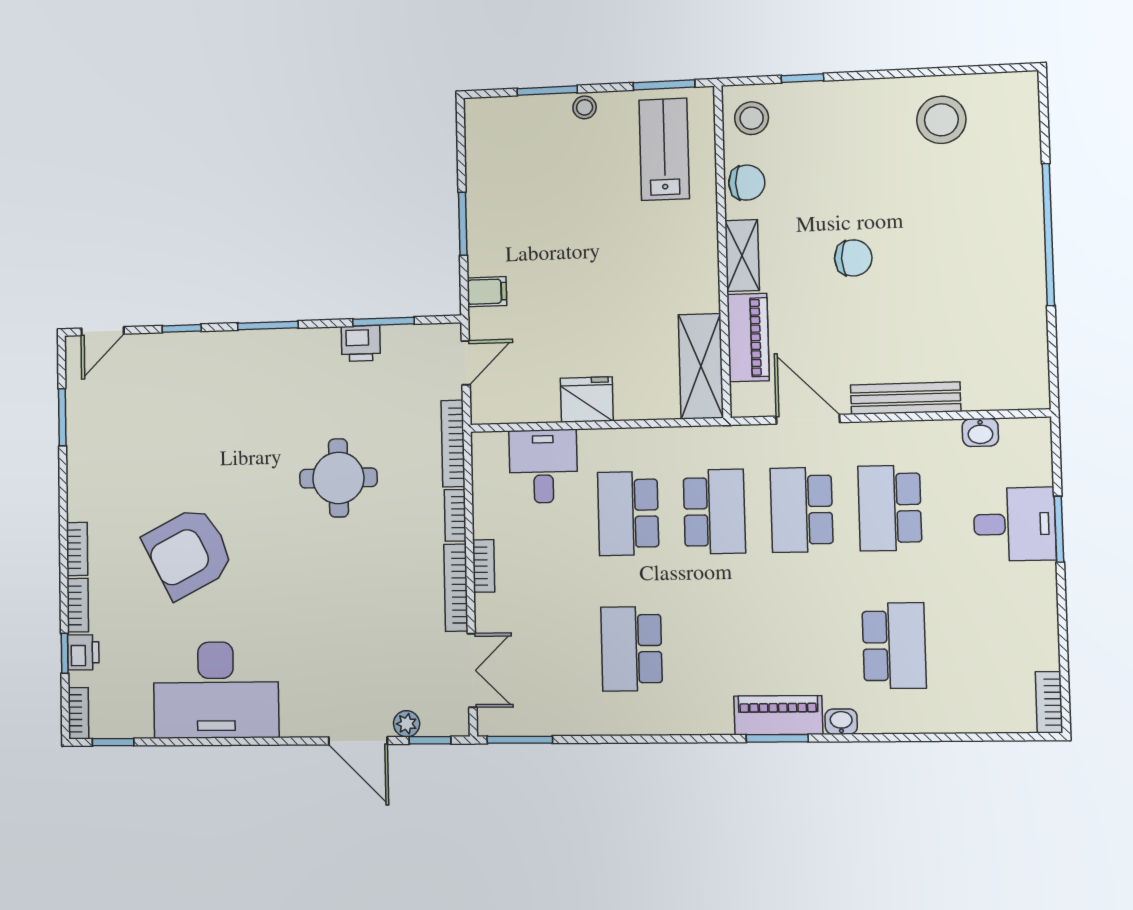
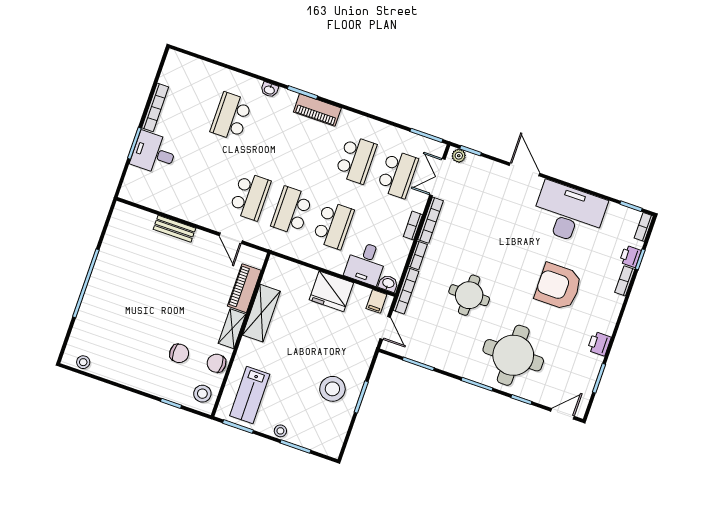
stool: (941, 120) -> (83, 362), moved, width x0.53, depth x0.53
stool: (519, 218) -> (332, 389), added
chair: (853, 258) -> (179, 353), moved, turned 180
filing cabinet: (487, 292) -> (376, 301), moved, turned -90
printer: (361, 343) -> (599, 344), moved, turned -90
door: (466, 363) -> (385, 328), swing flipped
shelving: (701, 366) -> (261, 313), moved
bench: (906, 398) -> (174, 229), width x0.73
fridge: (587, 400) -> (331, 291), width x1.36, depth x1.34
round table: (223, 401) -> (513, 355), added
door: (808, 419) -> (231, 238), width x0.73
washbasin: (980, 432) -> (388, 283), moved
school desk: (890, 508) -> (398, 174), moved
bookcase: (77, 549) -> (615, 309), removed
armchair: (189, 552) -> (558, 286), turned -153
bookcase: (1049, 702) -> (155, 107), moved, width x1.56
piano: (778, 715) -> (317, 110), moved
plant: (407, 724) -> (459, 156), moved
door: (358, 741) -> (525, 169), moved

